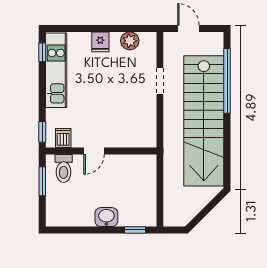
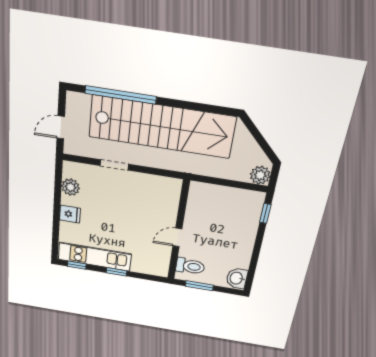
window: (42, 132) -> (116, 272), moved
dishwasher: (63, 138) -> (160, 262), removed
door: (94, 151) -> (177, 237), swing flipped
washbasin: (106, 217) -> (237, 278), moved
plant: (172, 217) -> (260, 175), added

